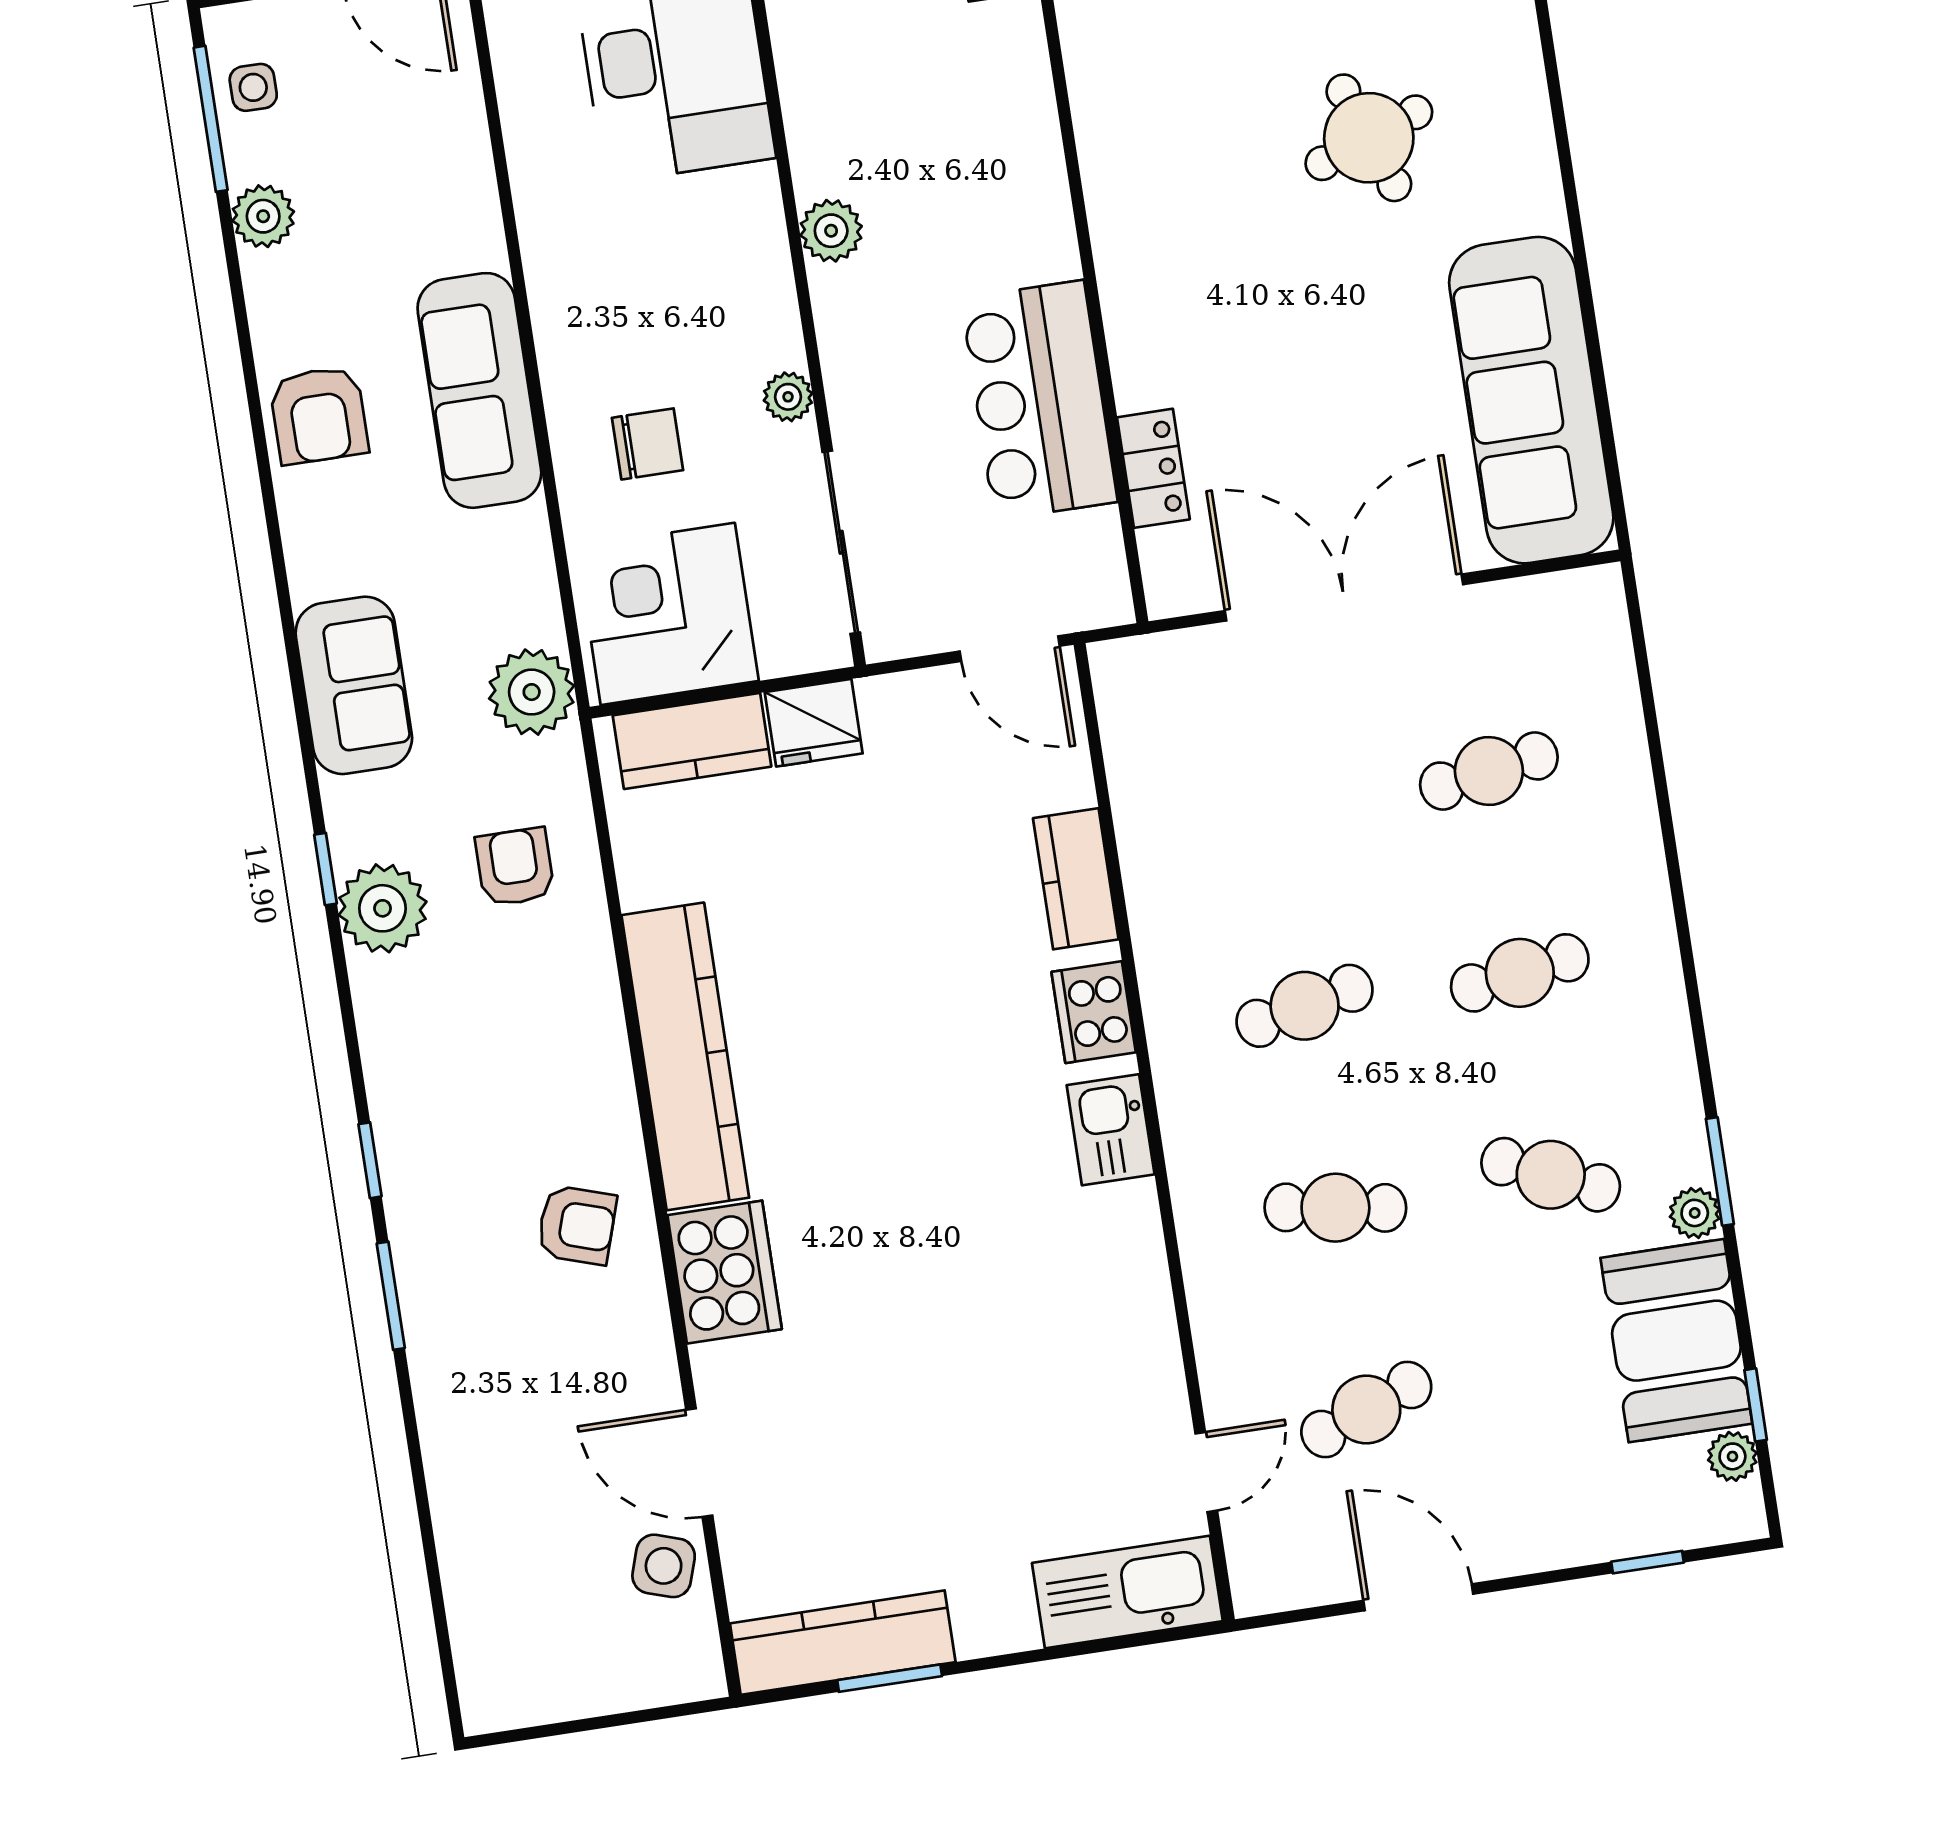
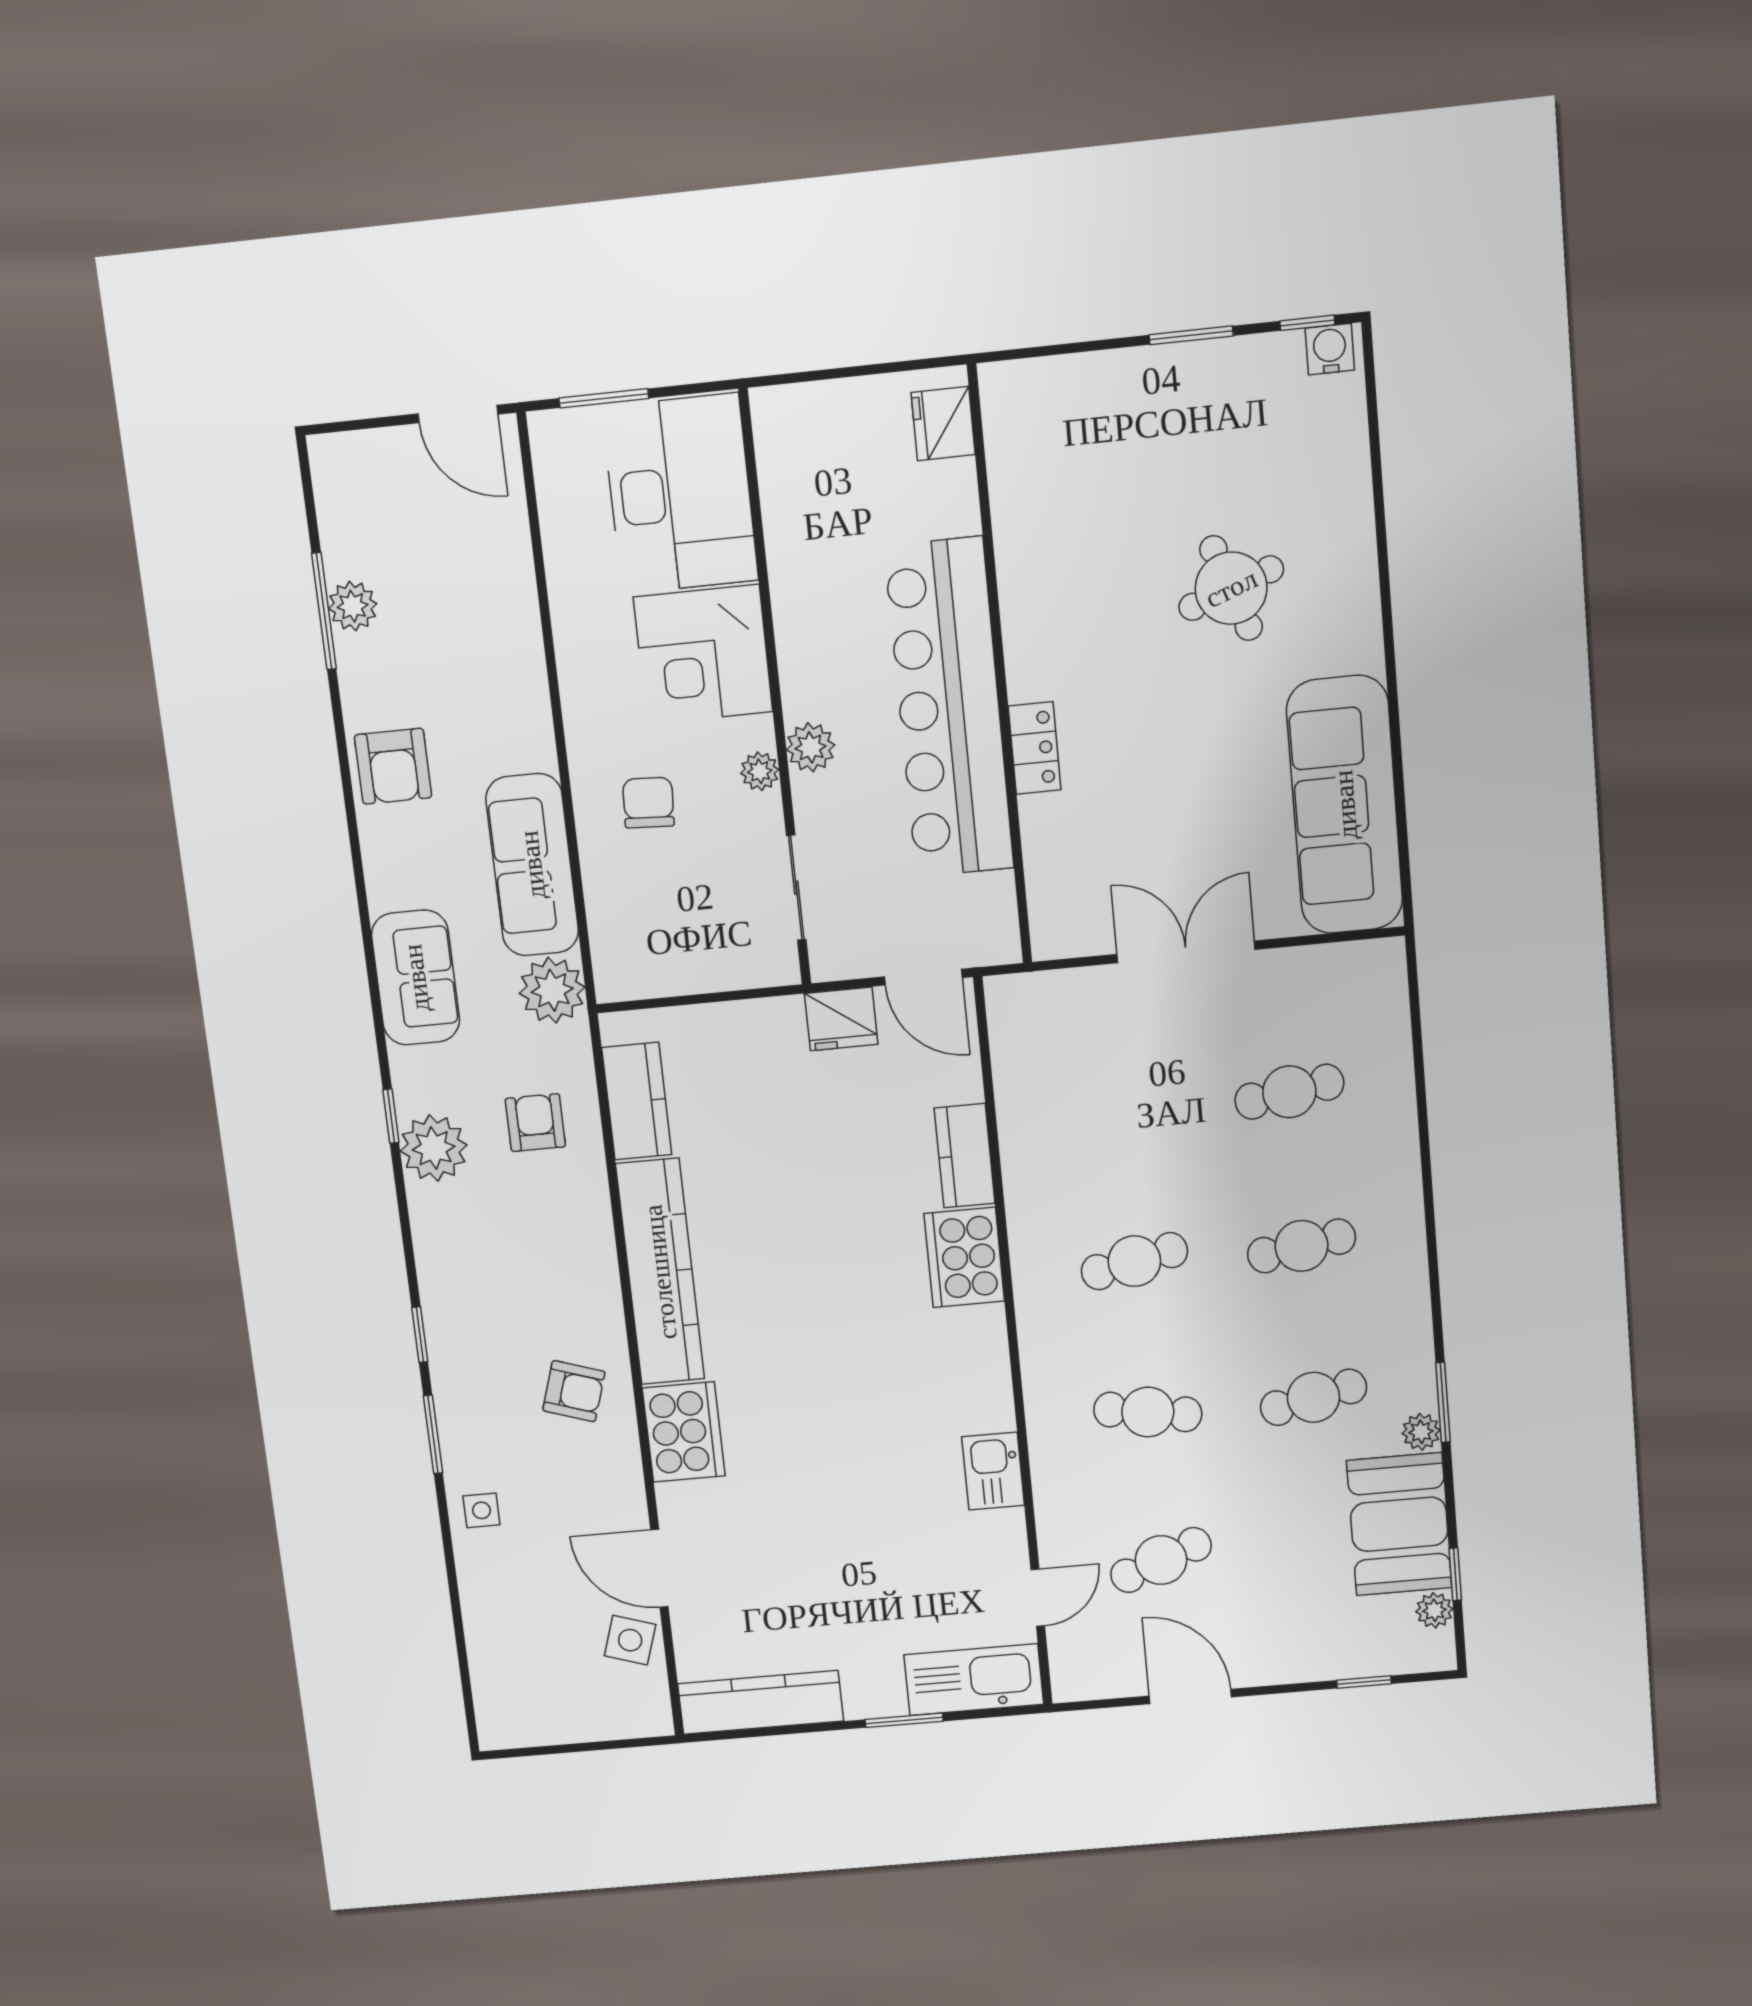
side table: (253, 87) -> (481, 1510), moved
window: (211, 119) -> (324, 611), moved
plant: (831, 231) -> (811, 747), moved
sofa: (479, 390) -> (532, 865), moved
bar counter: (1039, 400) -> (949, 708), width x1.86
chair: (647, 444) -> (648, 803), turned -87
locker: (1153, 468) -> (1035, 748), moved
sliding door: (841, 542) -> (796, 888), width x0.73
double door: (1344, 598) -> (1186, 952), width x0.73
corner desk: (668, 614) -> (703, 654), moved, turned -90
fridge: (814, 723) -> (841, 1019), moved
kitchen counter: (692, 741) -> (637, 1101), moved, turned -90
cooker: (1094, 1012) -> (964, 1257), width x1.37, depth x1.31
kitchen sink: (1111, 1130) -> (993, 1471), moved
cafe table: (1551, 1175) -> (1313, 1397), turned -36
window: (890, 1678) -> (904, 1720), moved

